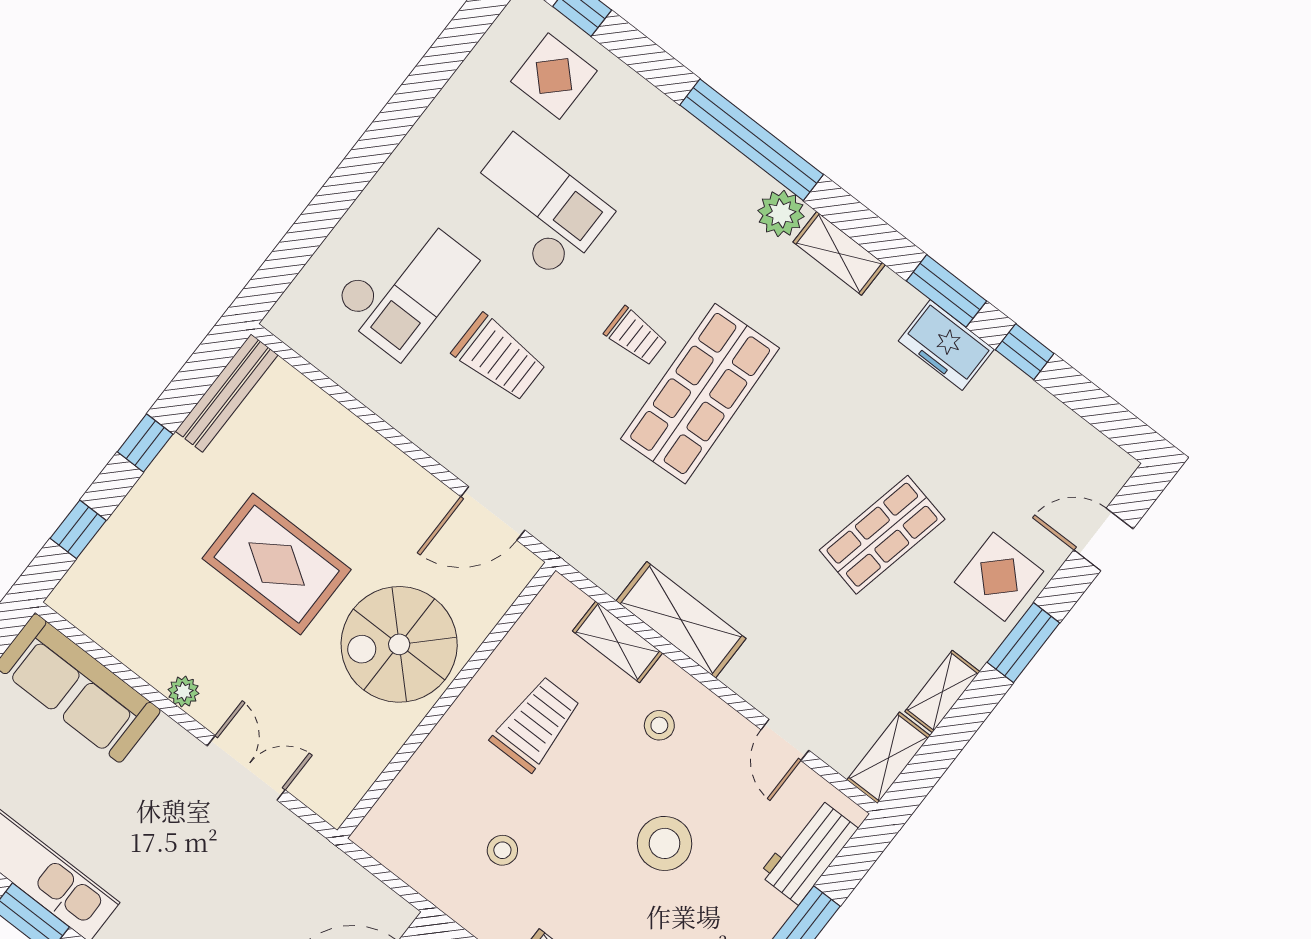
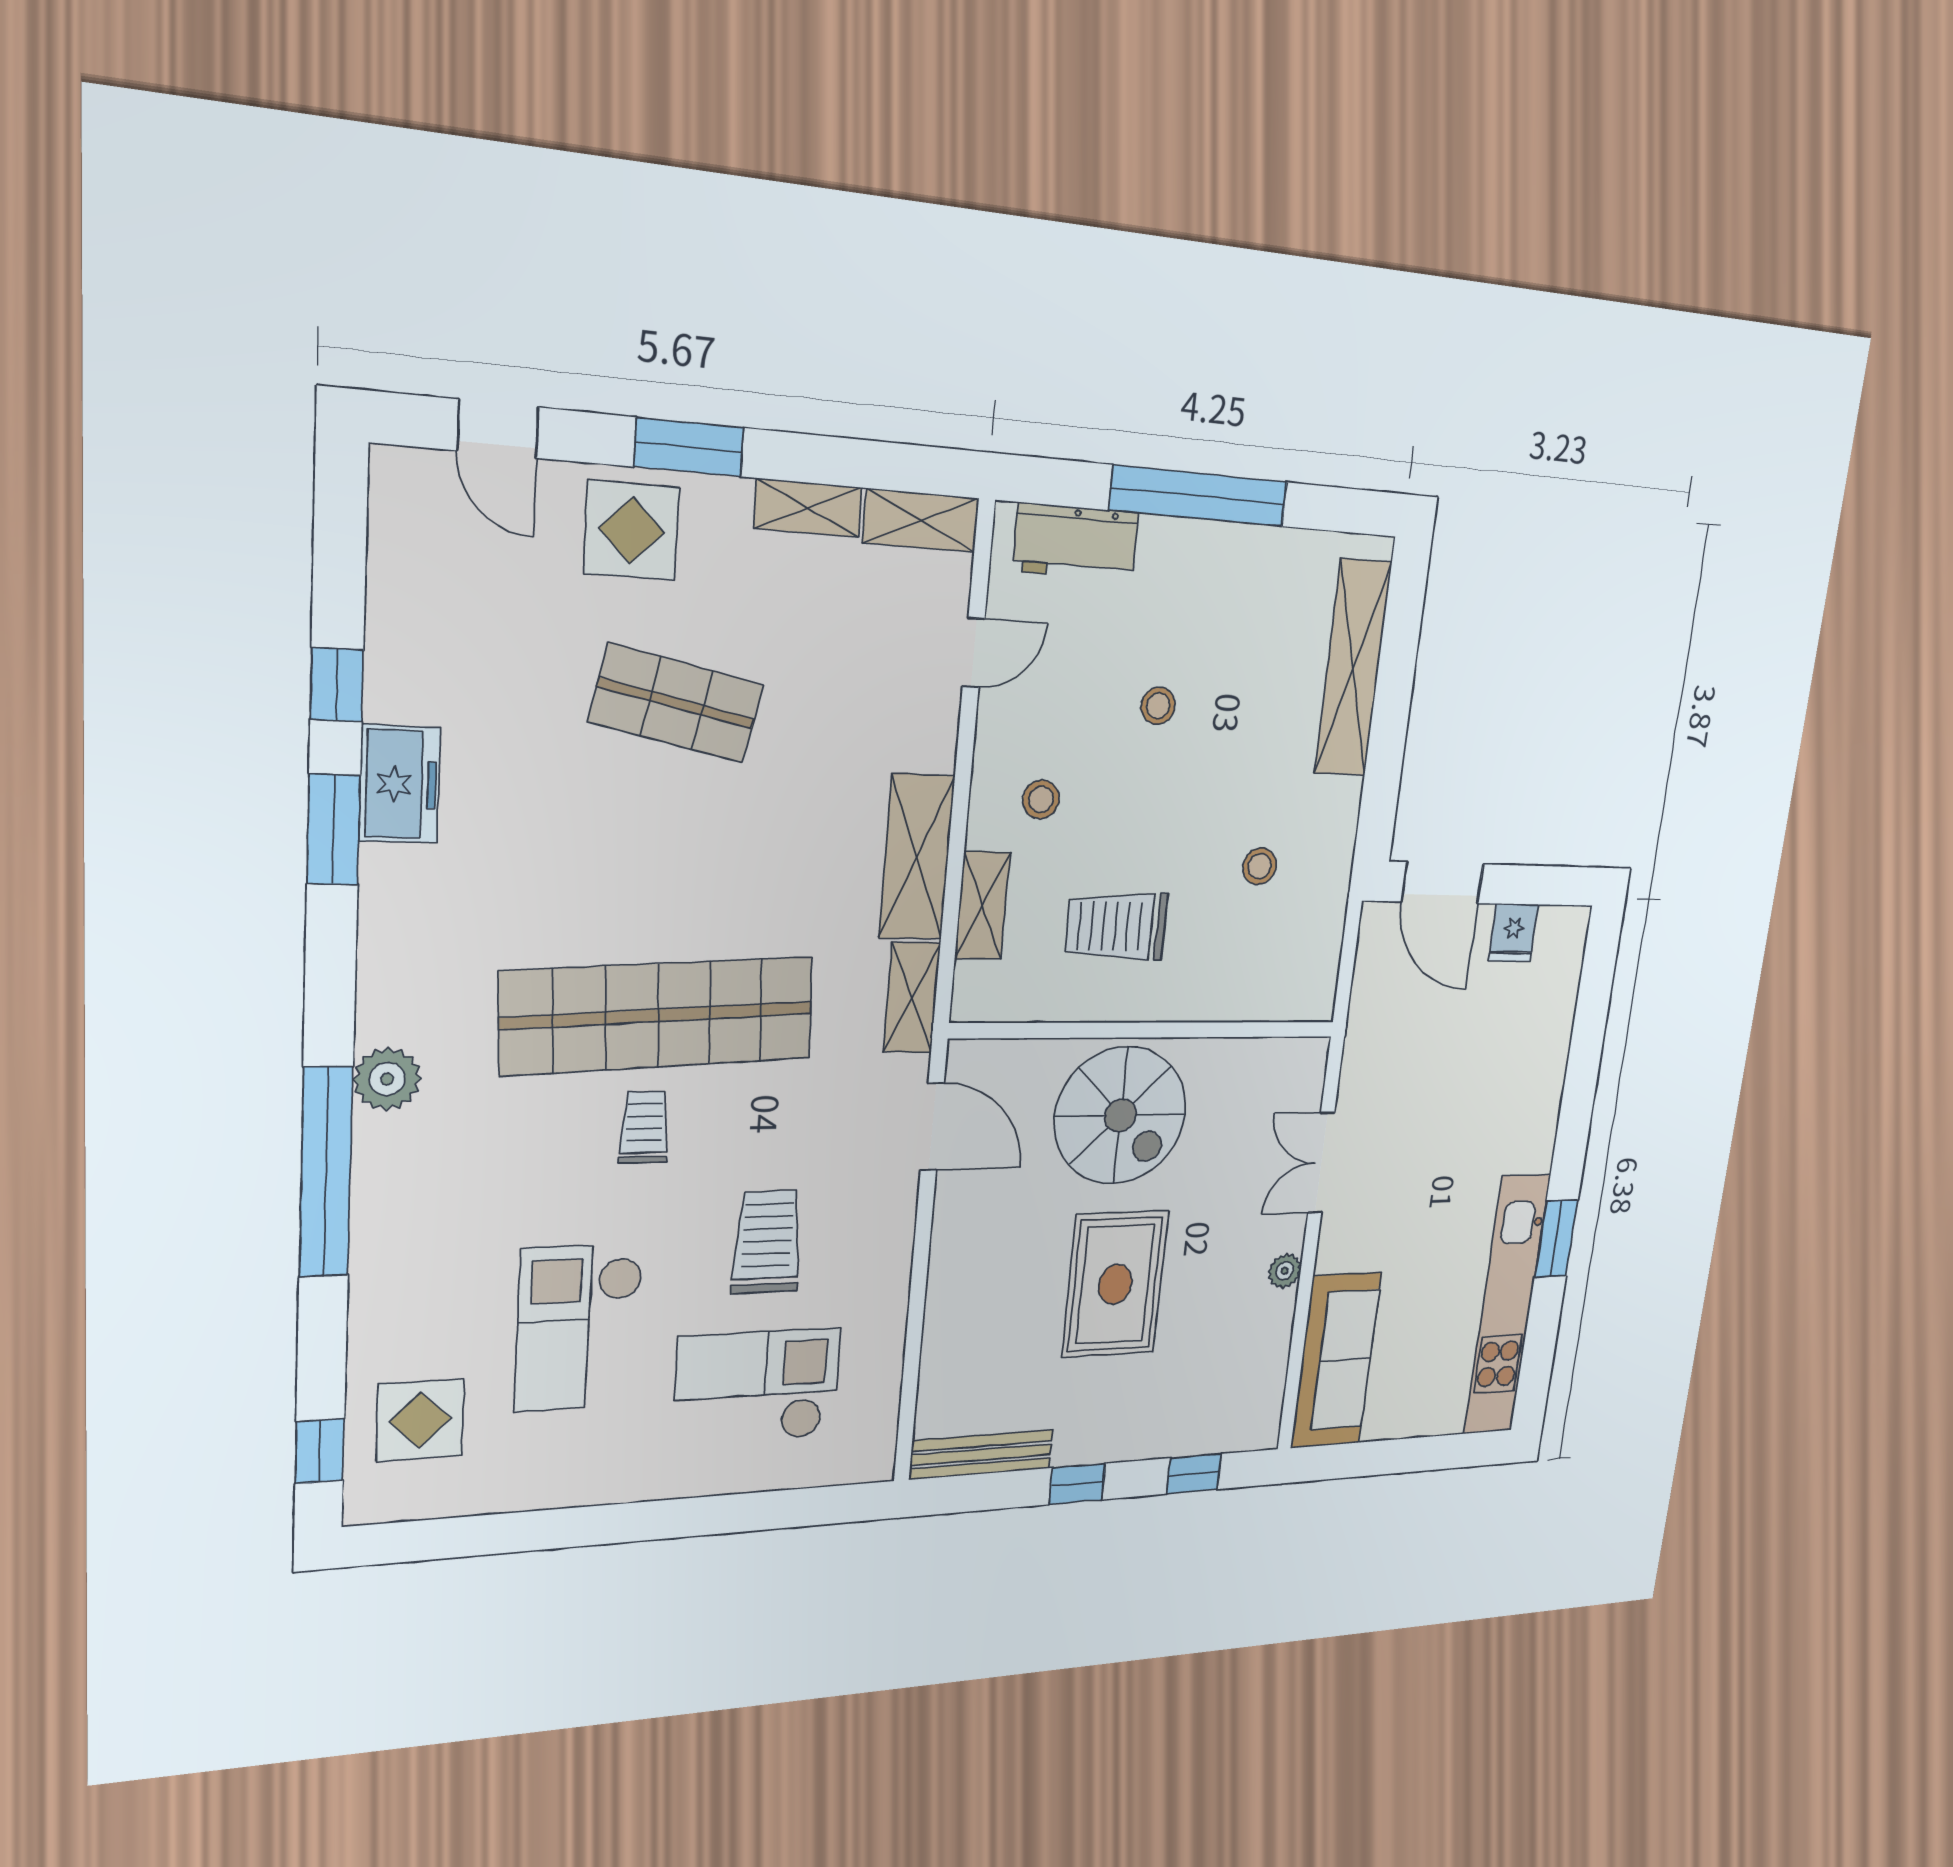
shelving: (839, 253) -> (912, 998), moved
shop shelf: (700, 394) -> (658, 1016), width x1.40
stool: (665, 843) -> (1158, 706), width x0.53, depth x0.53

